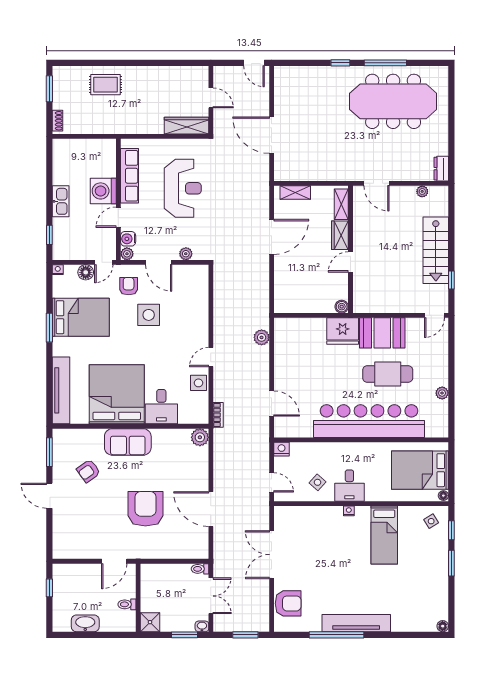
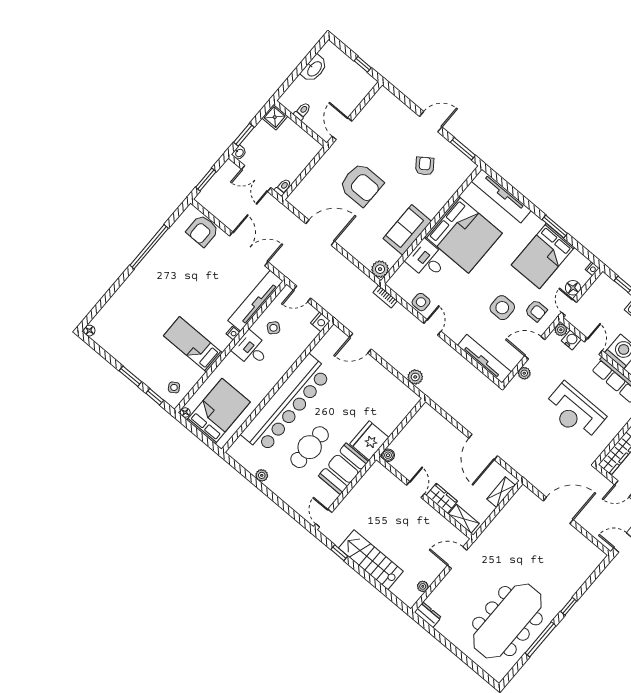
tv unit: (201, 295) -> (484, 359), added
sofa: (128, 442) -> (407, 230), moved
tv unit: (356, 623) -> (256, 301), moved, turned 180

